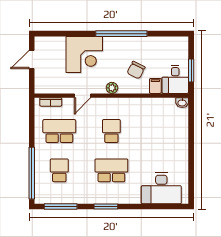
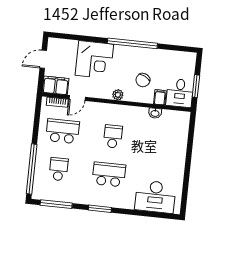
filing cabinet: (47, 85) -> (56, 85), added
door: (83, 96) -> (77, 98), moved
washbasin: (182, 103) -> (155, 113), moved

